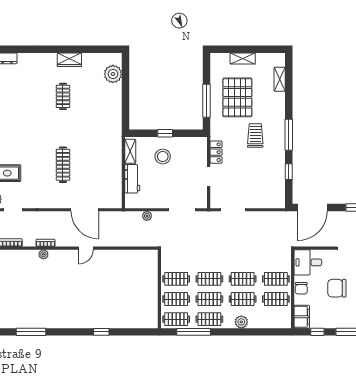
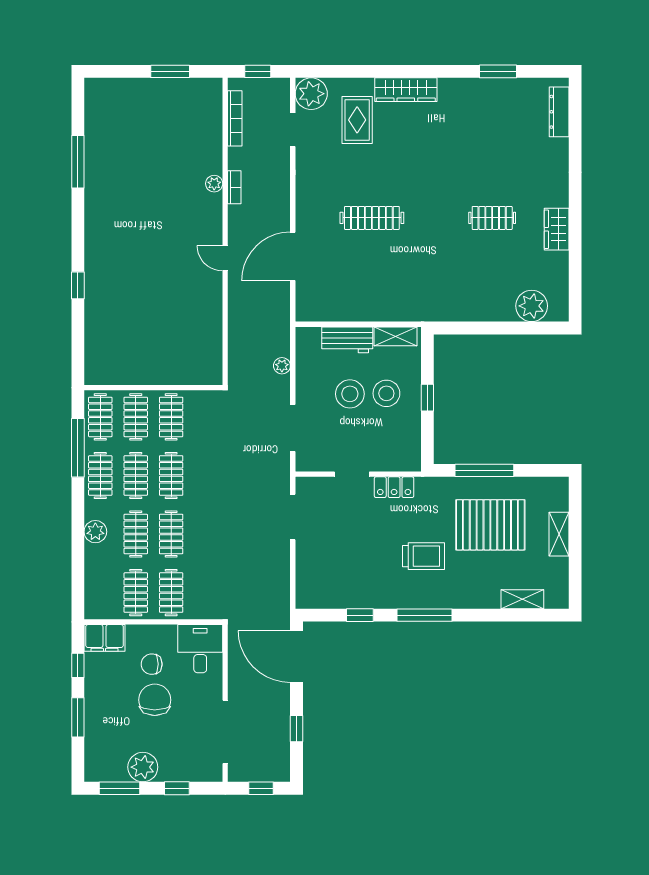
stool: (163, 177) -> (350, 394), added
chair: (301, 288) -> (152, 664), moved

